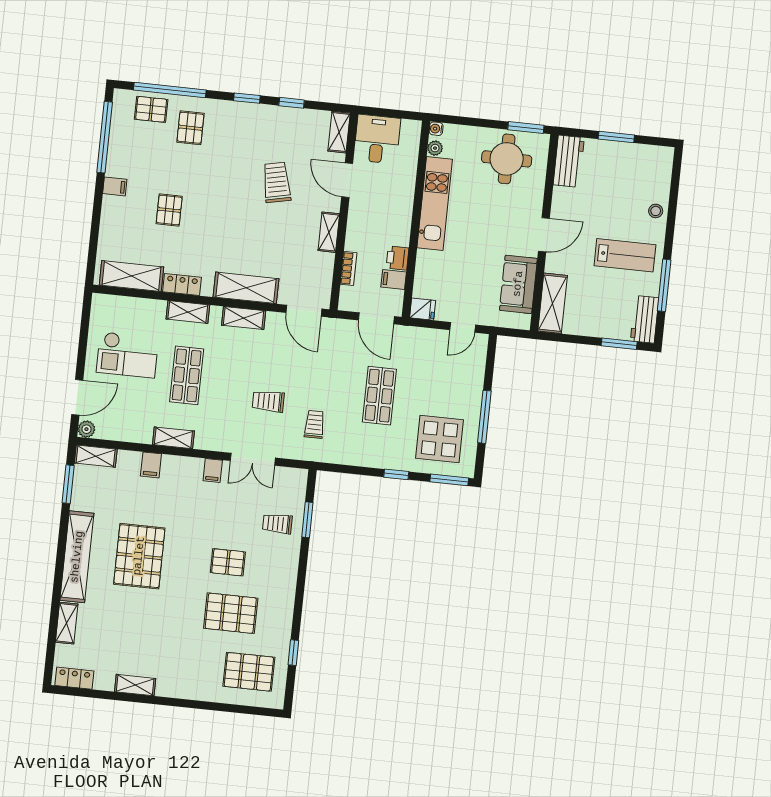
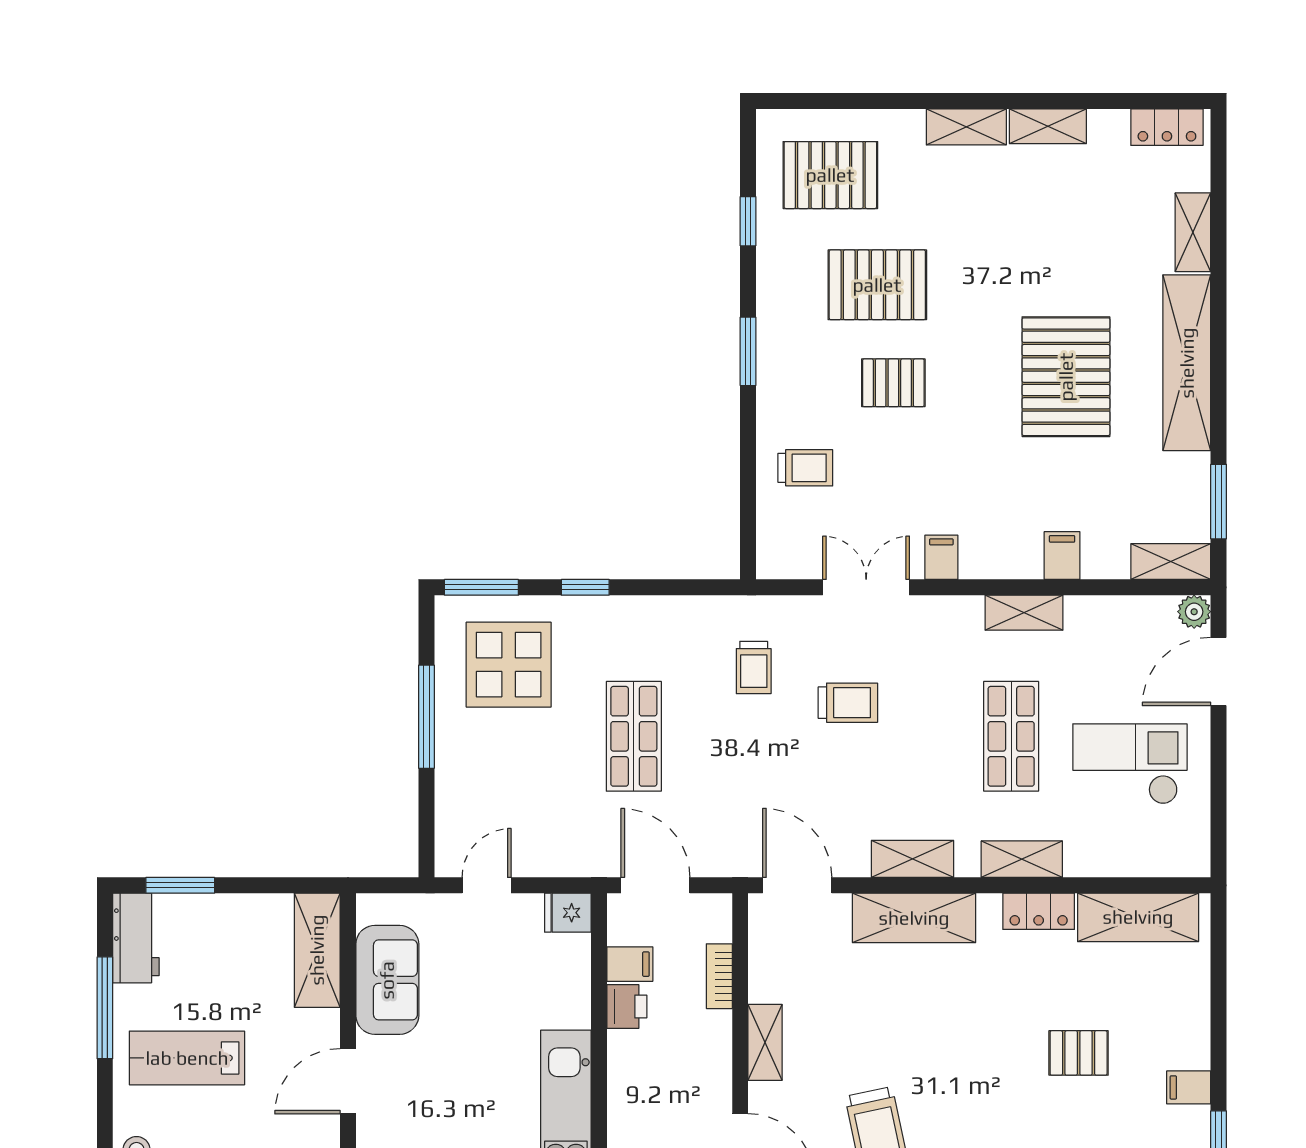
pallet: (169, 210) -> (1079, 1053), turned 90
window: (307, 520) -> (748, 351), moved
shelving: (177, 689) -> (966, 127), added

